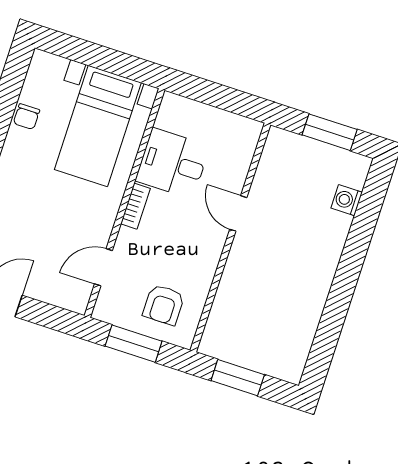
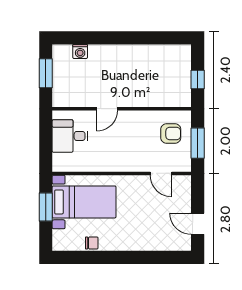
window: (110, 60) -> (46, 207), added
desk: (173, 163) -> (70, 136), moved, turned 90
bookcase: (135, 206) -> (121, 167), removed
window: (238, 378) -> (198, 80), width x0.67

